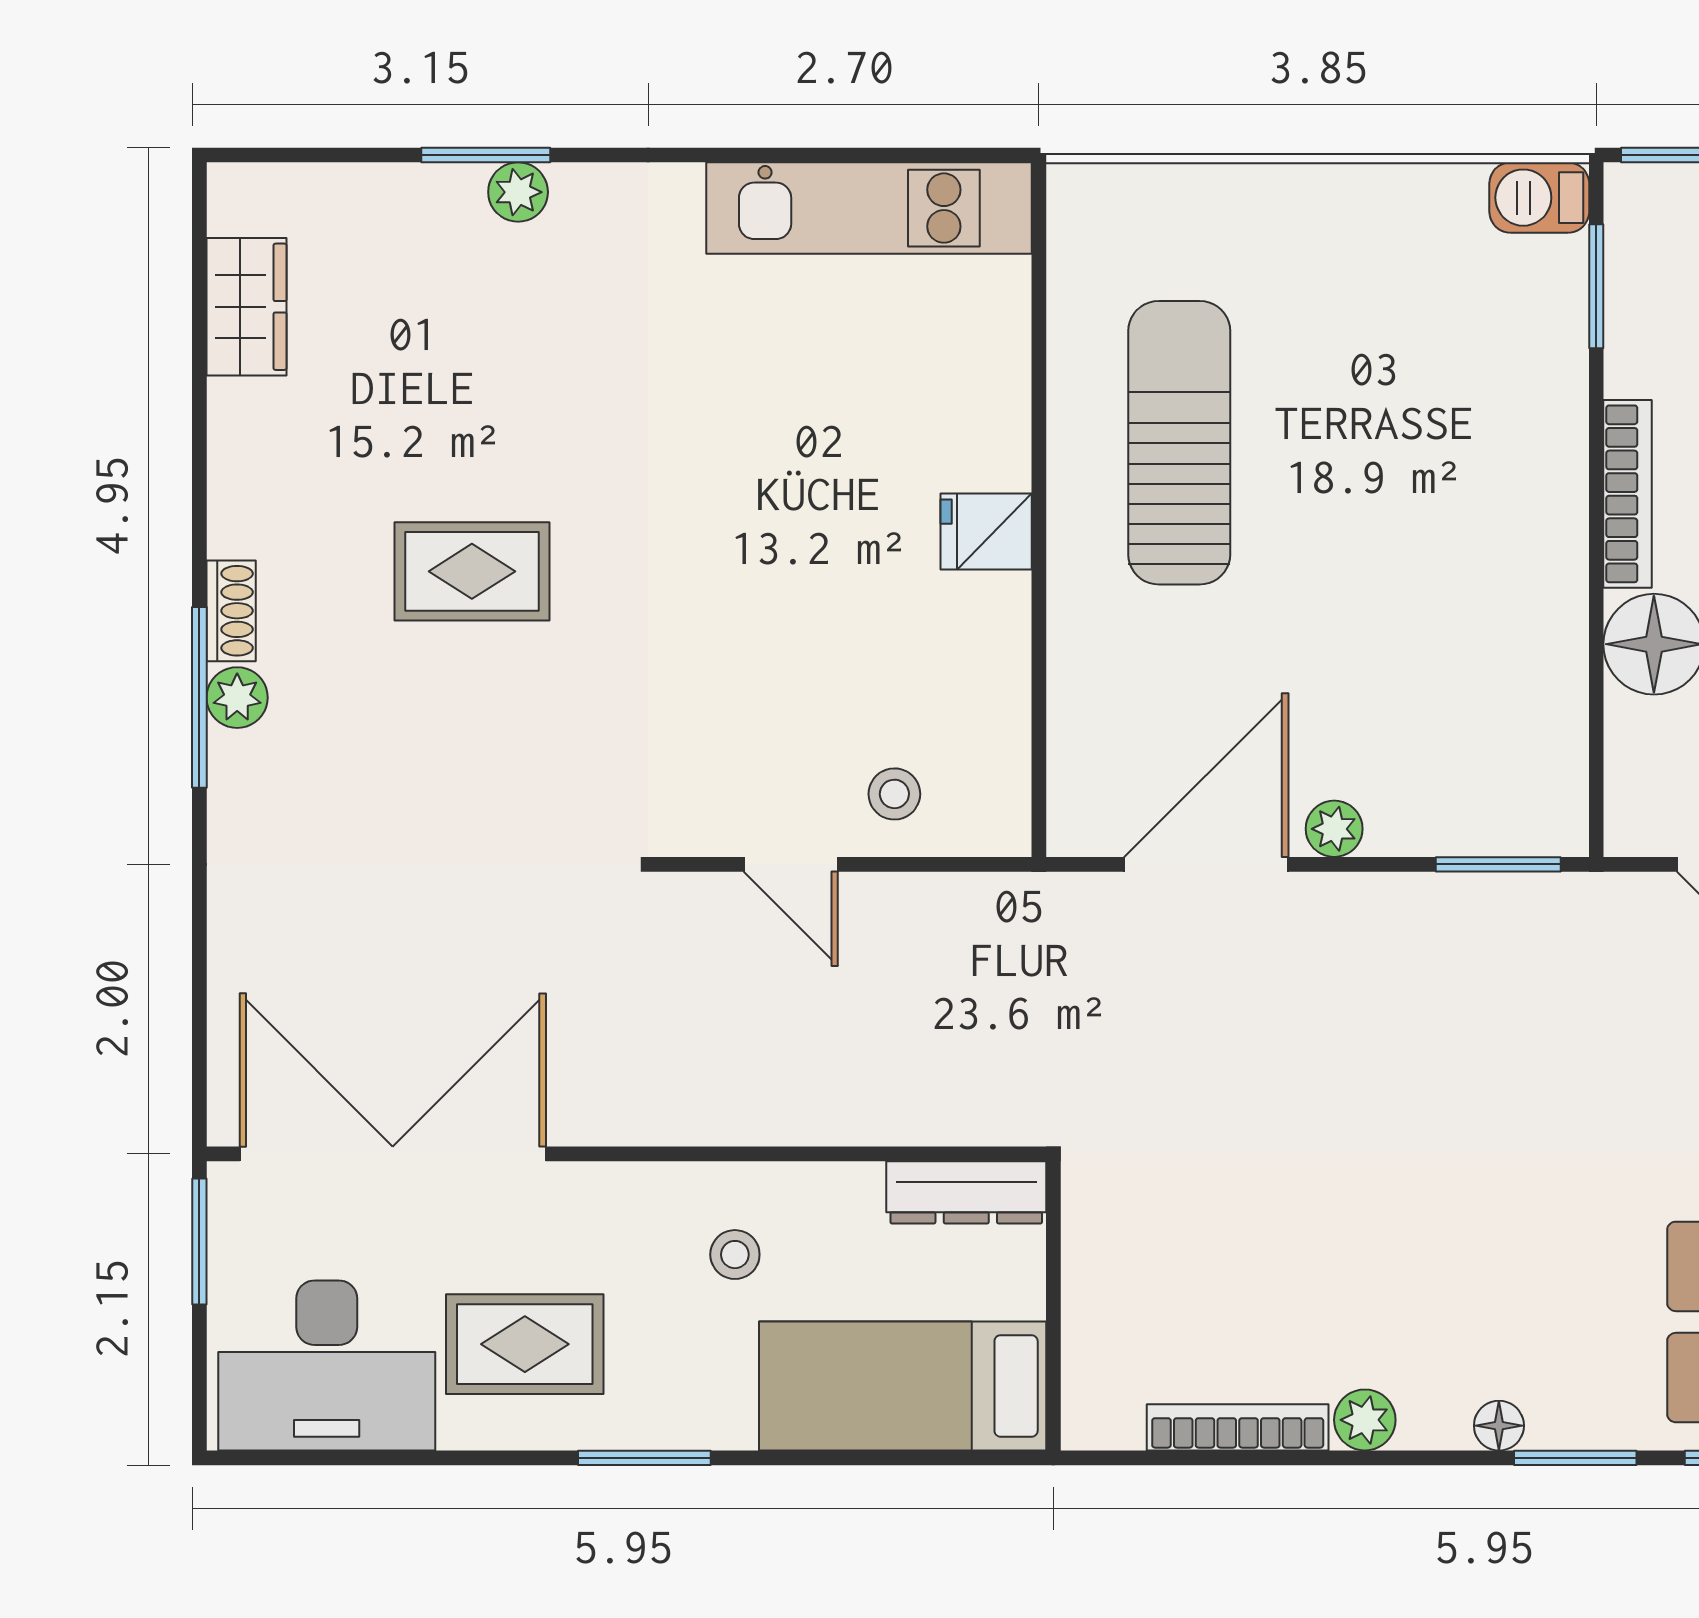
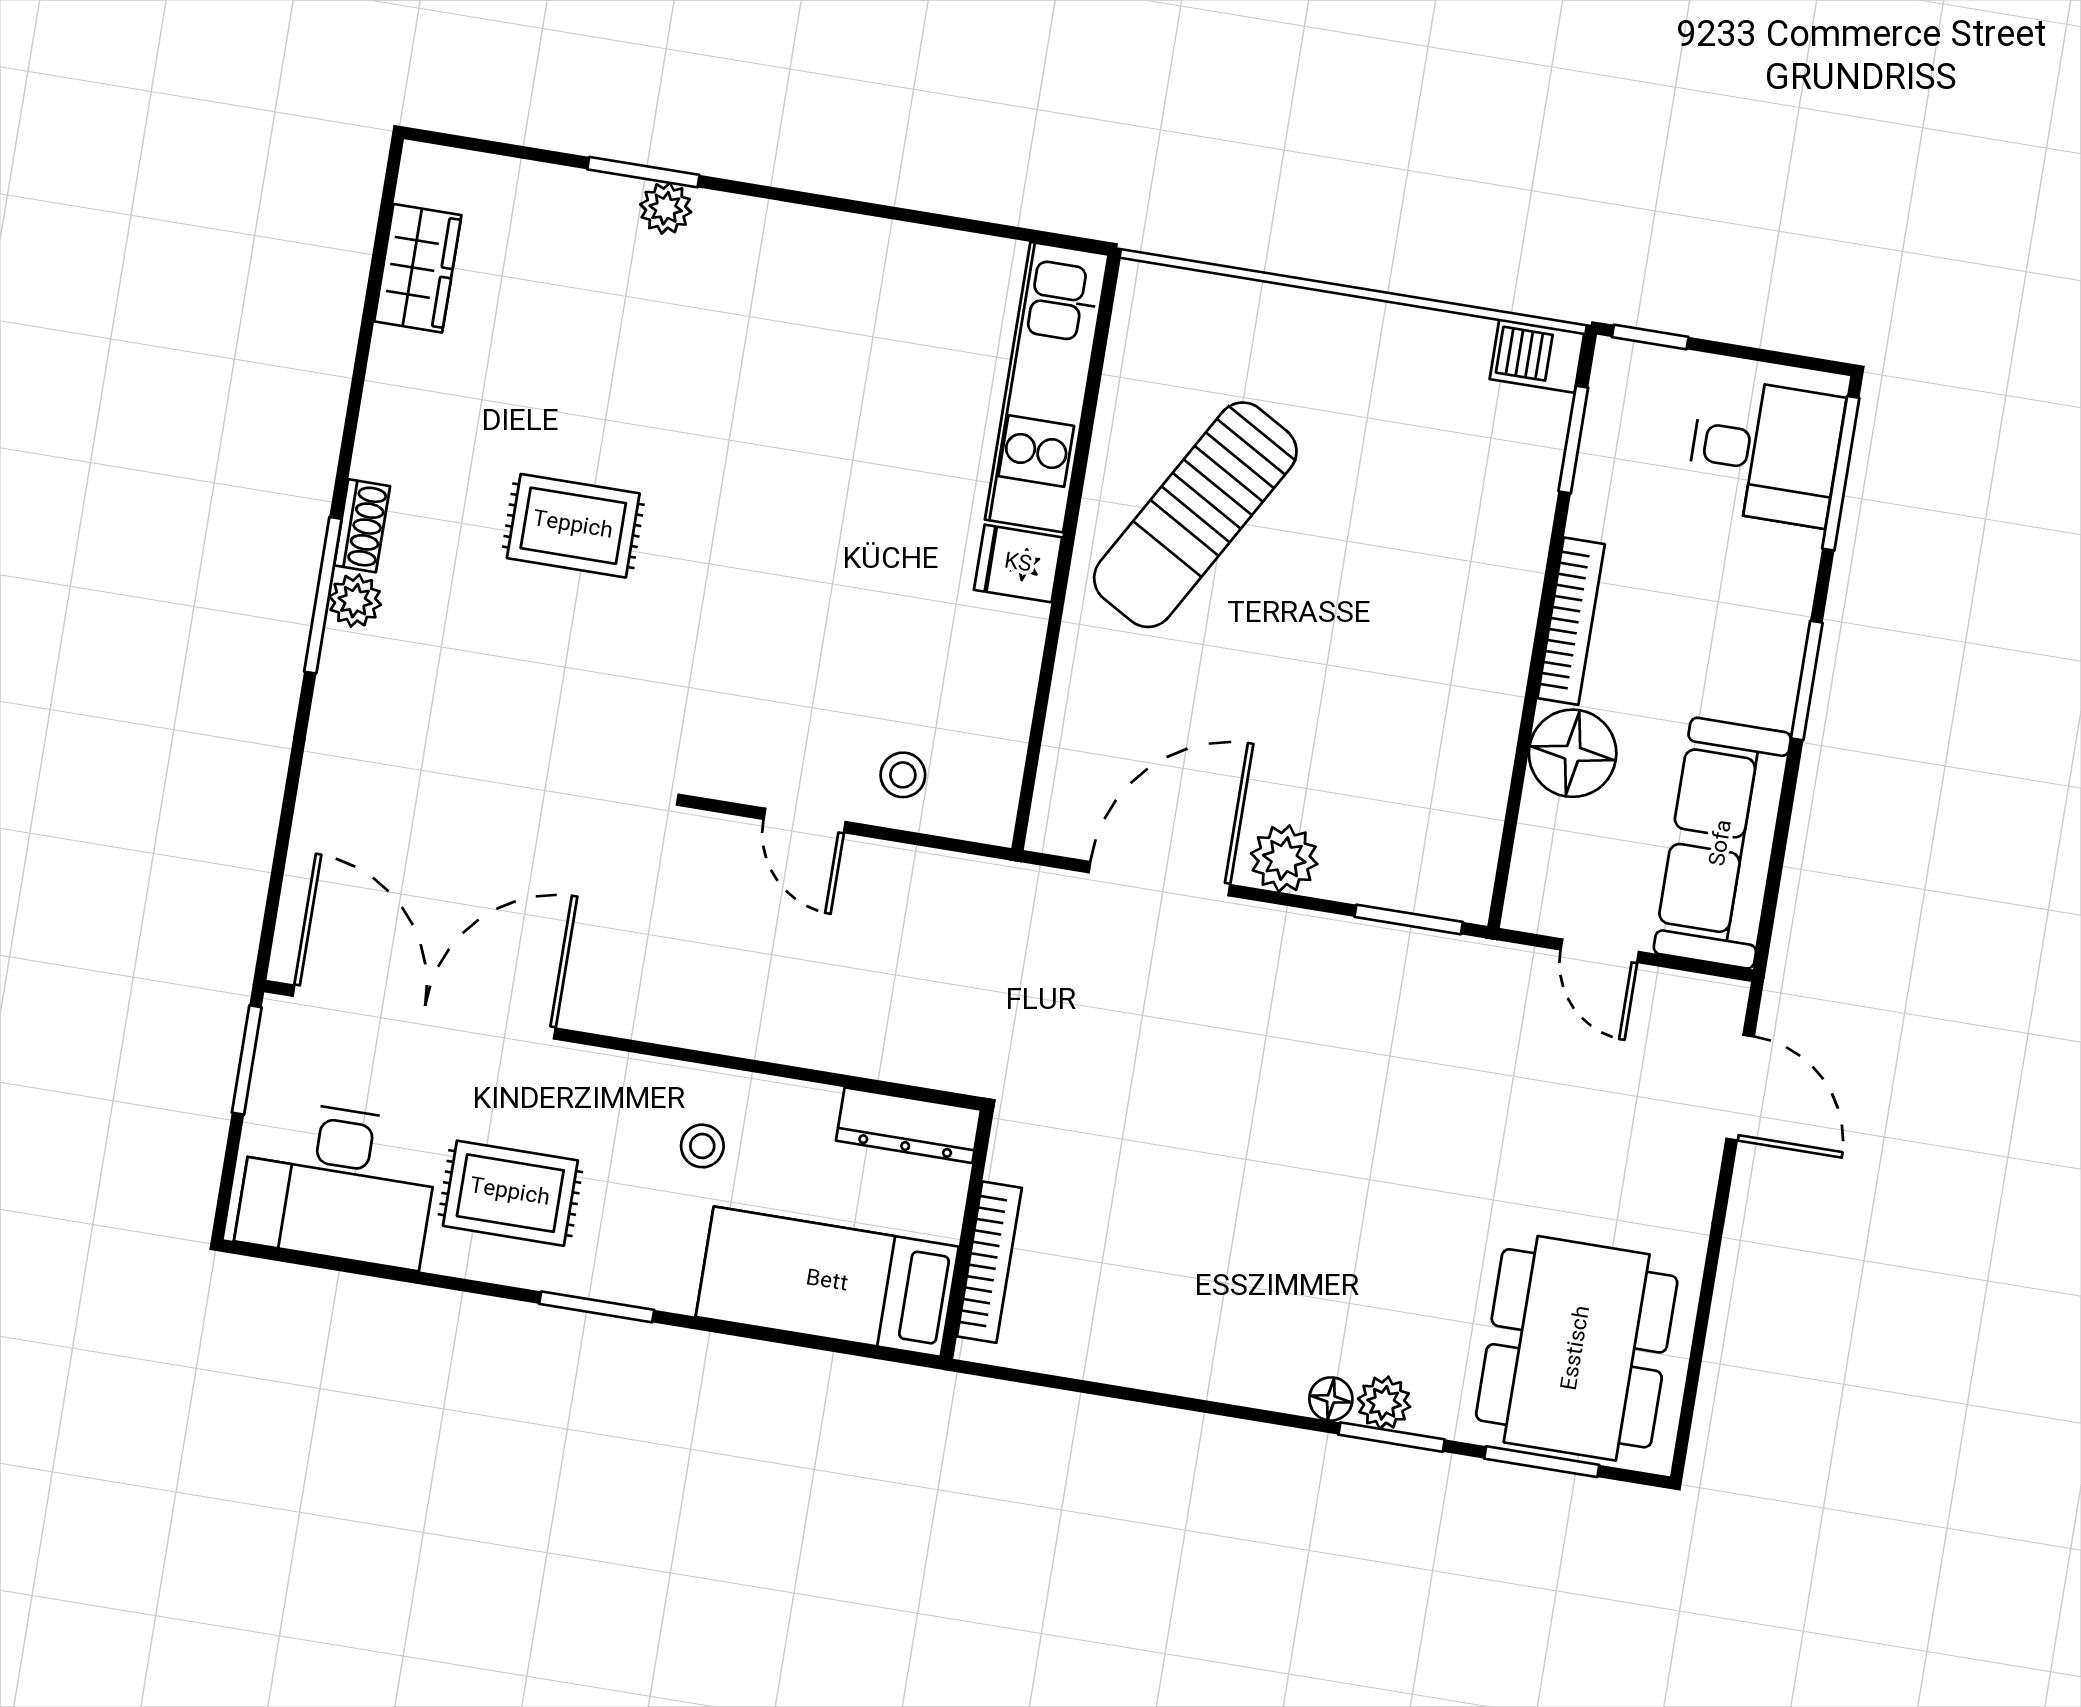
kitchen unit: (869, 208) -> (1047, 387), moved, turned 90
sun lounger: (1179, 443) -> (1195, 515), turned -150
plant: (1334, 829) -> (1284, 859), width x1.38, depth x1.38
plant: (1365, 1420) -> (1384, 1403), moved
bookcase: (1238, 1427) -> (989, 1262), moved, turned 90

